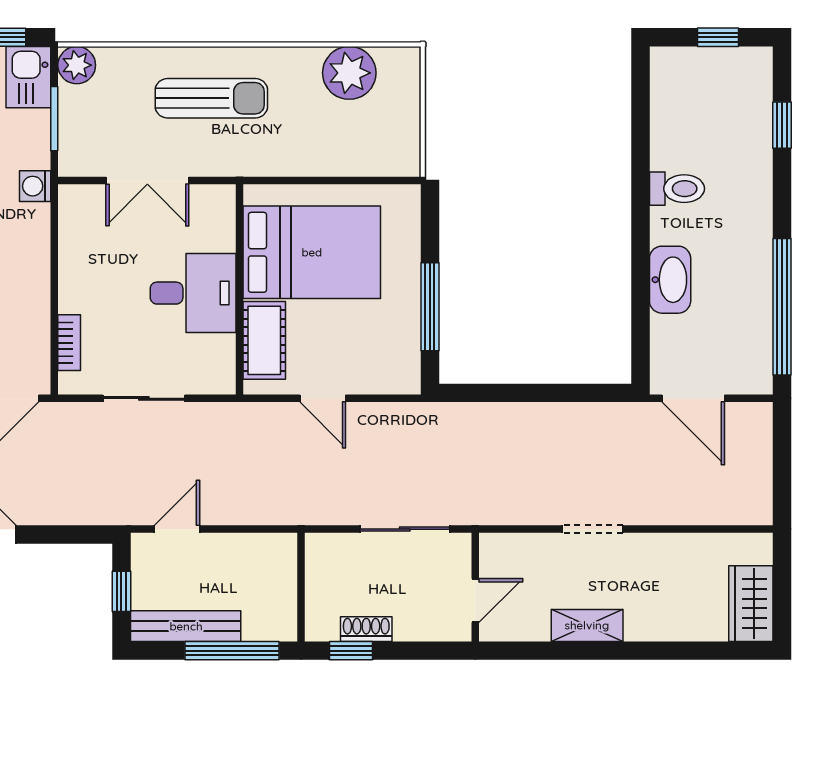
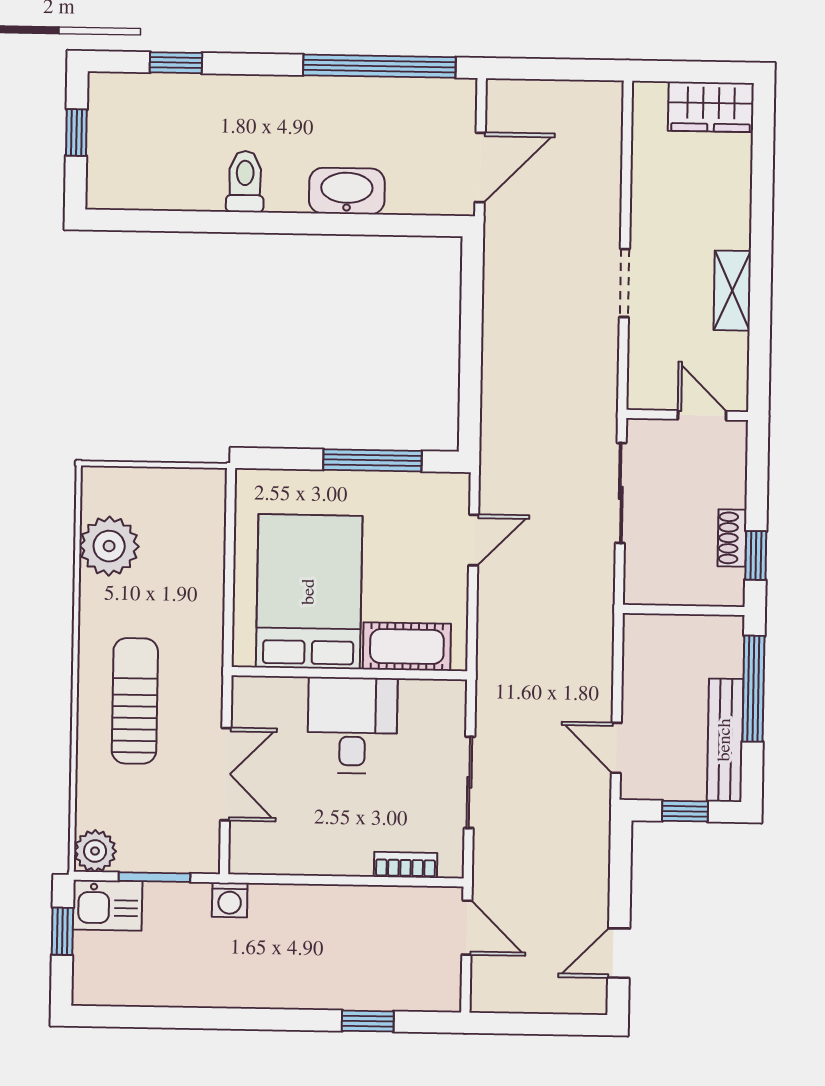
door: (323, 398) -> (474, 540), moved

